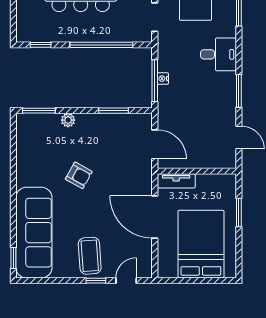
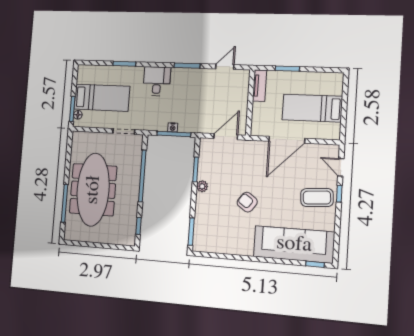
plant: (68, 120) -> (202, 186), moved
armchair: (79, 175) -> (247, 202), turned -83
tv unit: (176, 181) -> (260, 86), moved
bed: (201, 244) -> (312, 108), width x0.67

